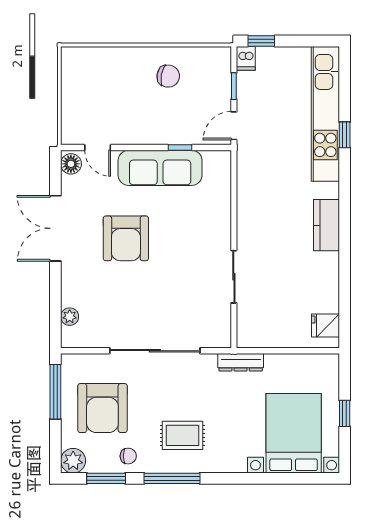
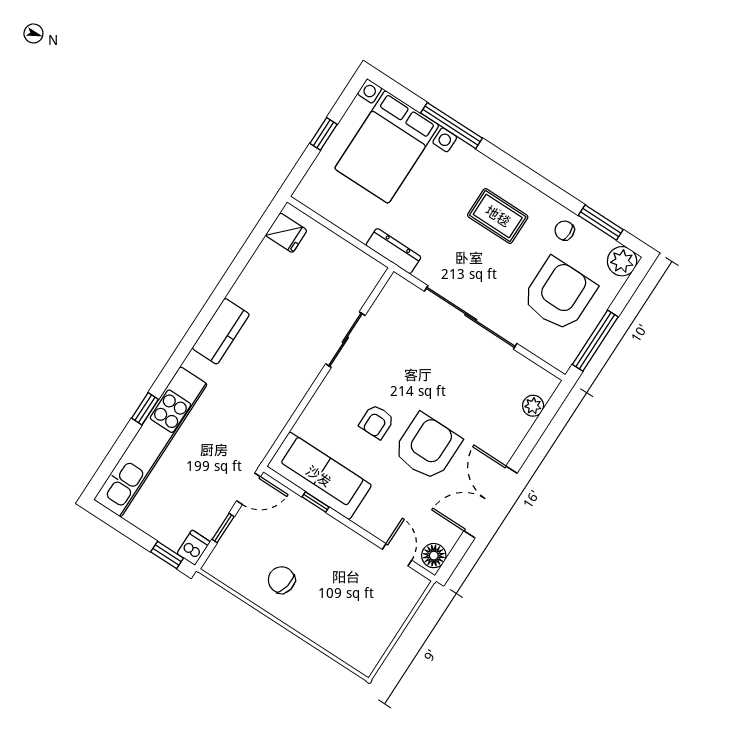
sofa: (160, 168) -> (319, 476), moved
double door: (55, 228) -> (490, 502), swing flipped
armchair: (174, 233) -> (377, 422), added
window: (172, 478) -> (451, 126), moved

